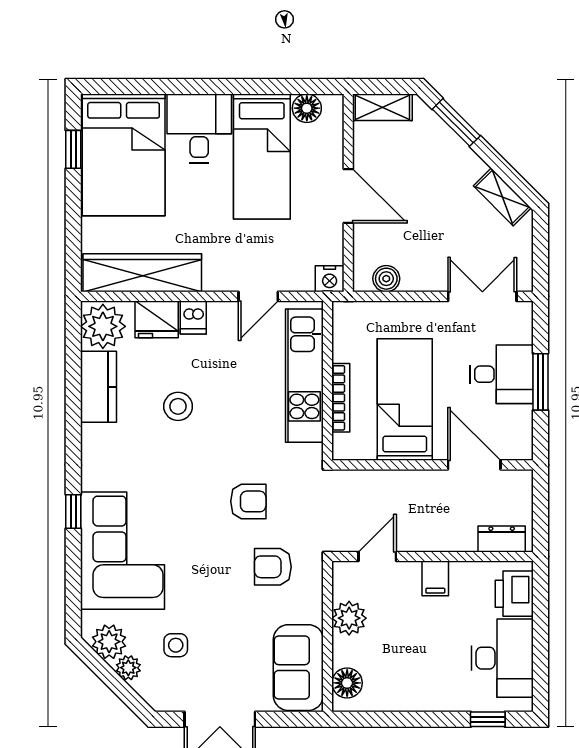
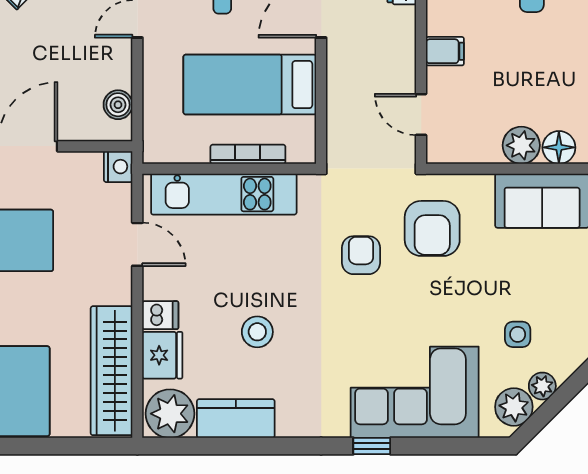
armchair: (273, 567) -> (432, 228), width x1.38, depth x1.38
plant: (349, 618) -> (521, 145), moved

